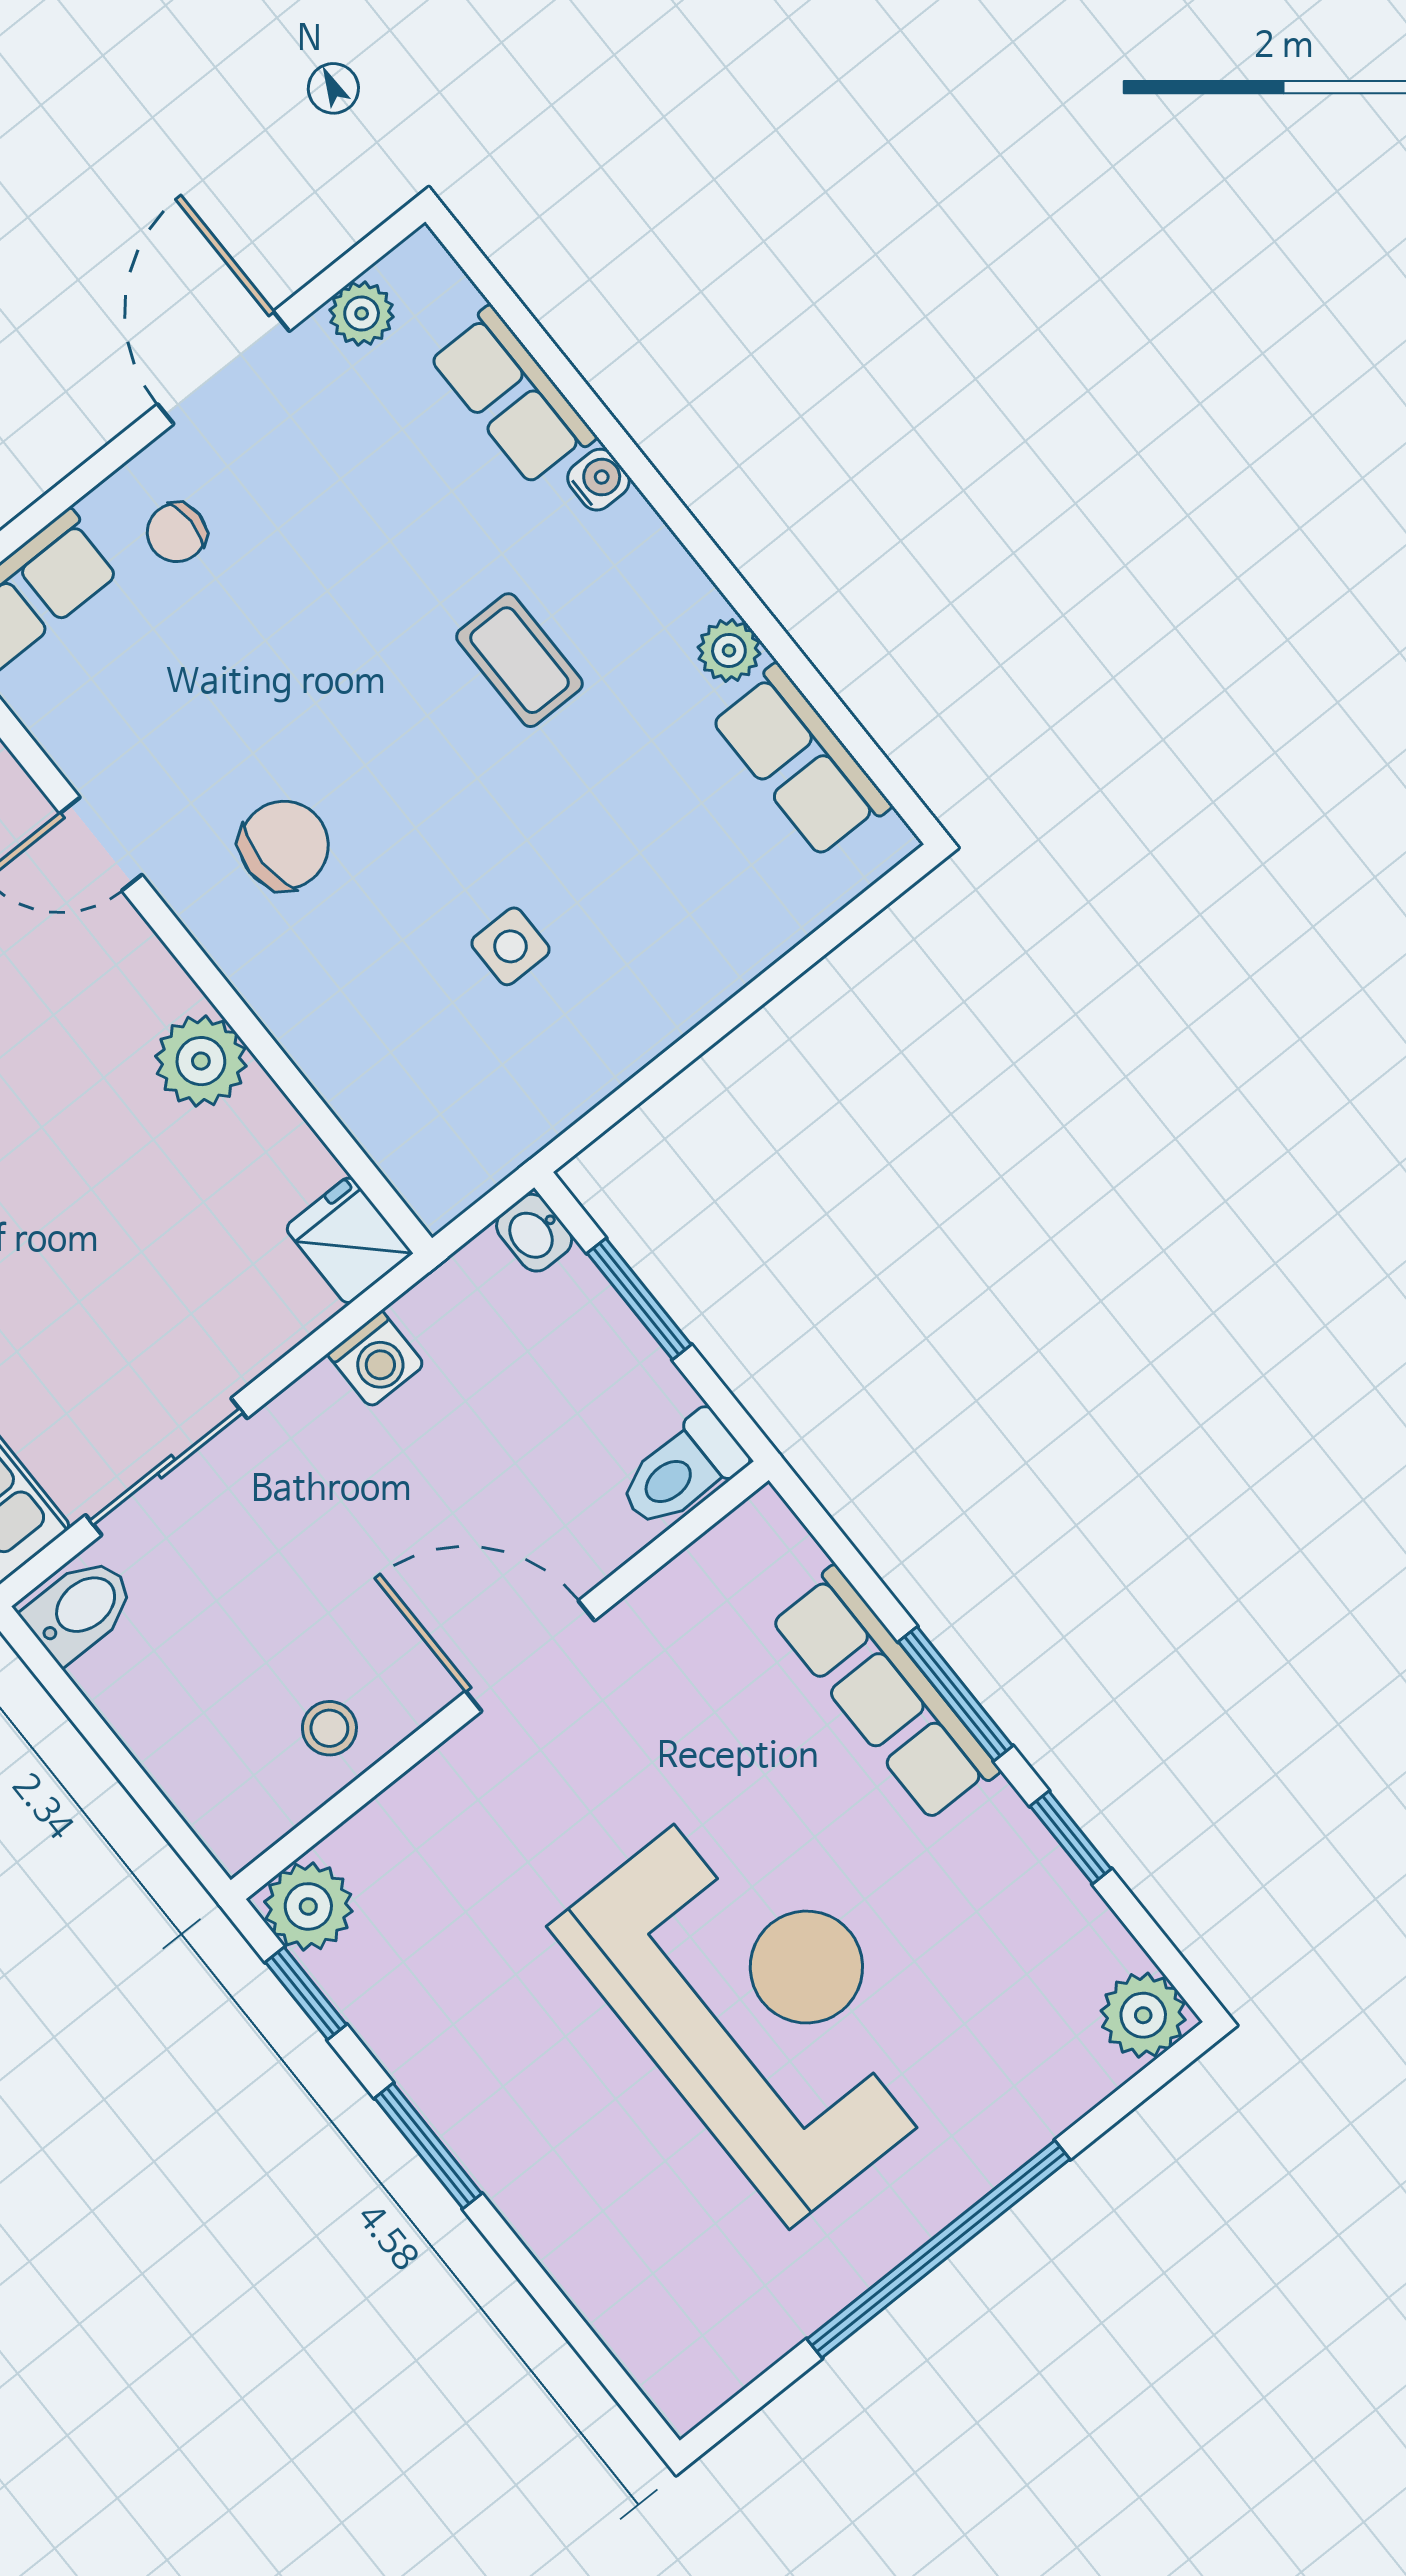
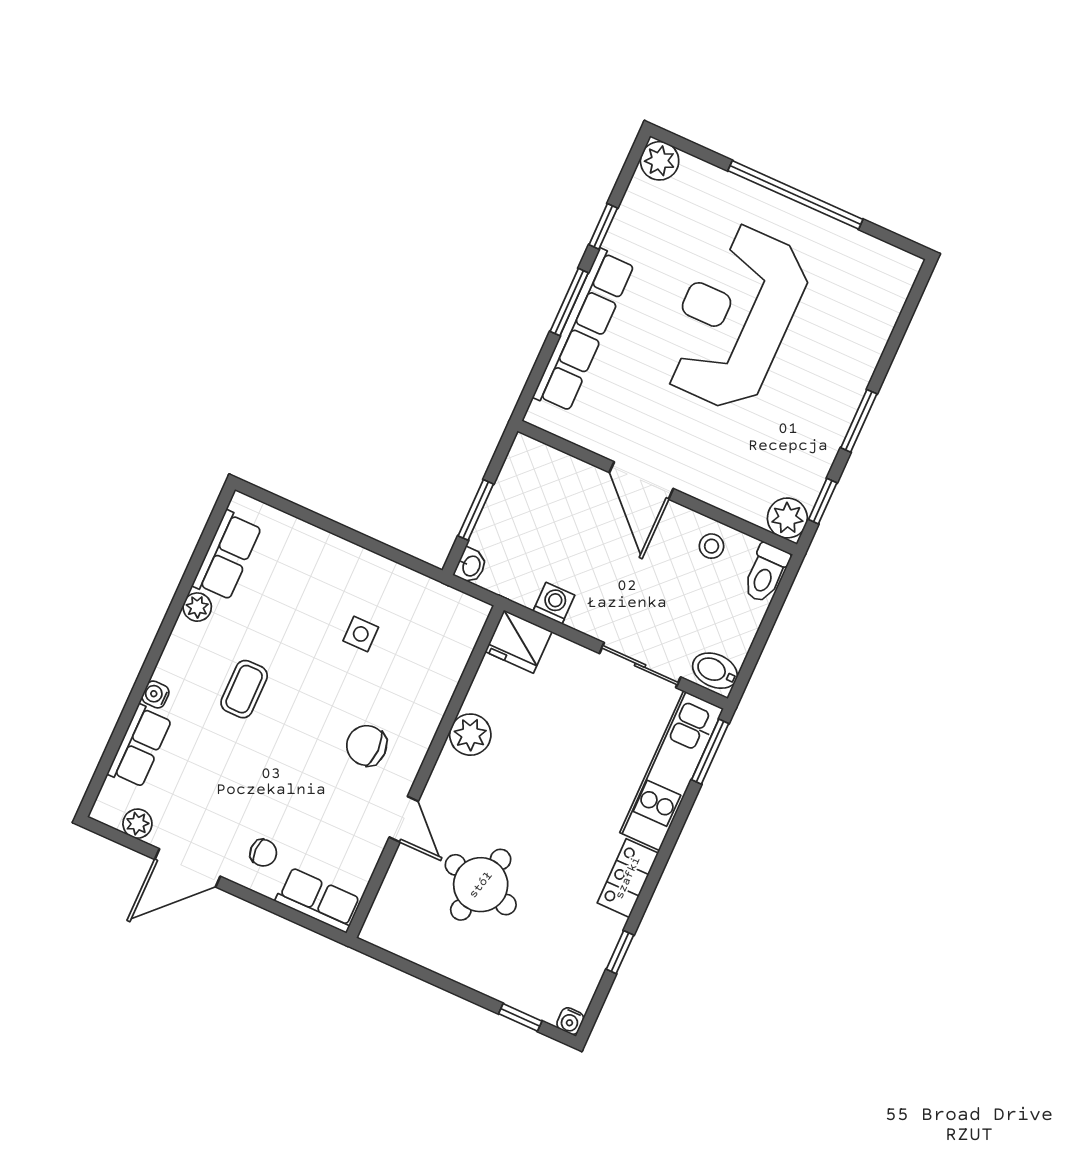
fridge: (349, 1240) -> (519, 642), width x1.38
toilet: (682, 1471) -> (766, 573), moved, turned 90
row of seats: (885, 1694) -> (584, 330), width x1.36

